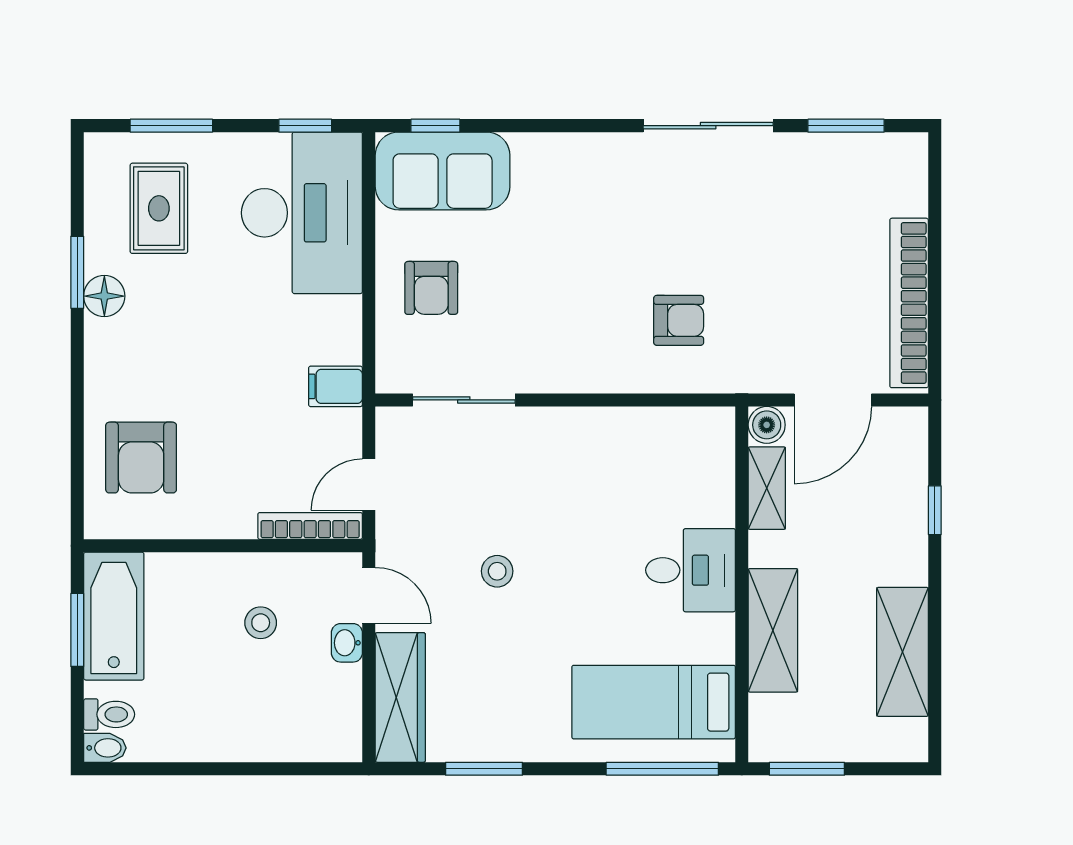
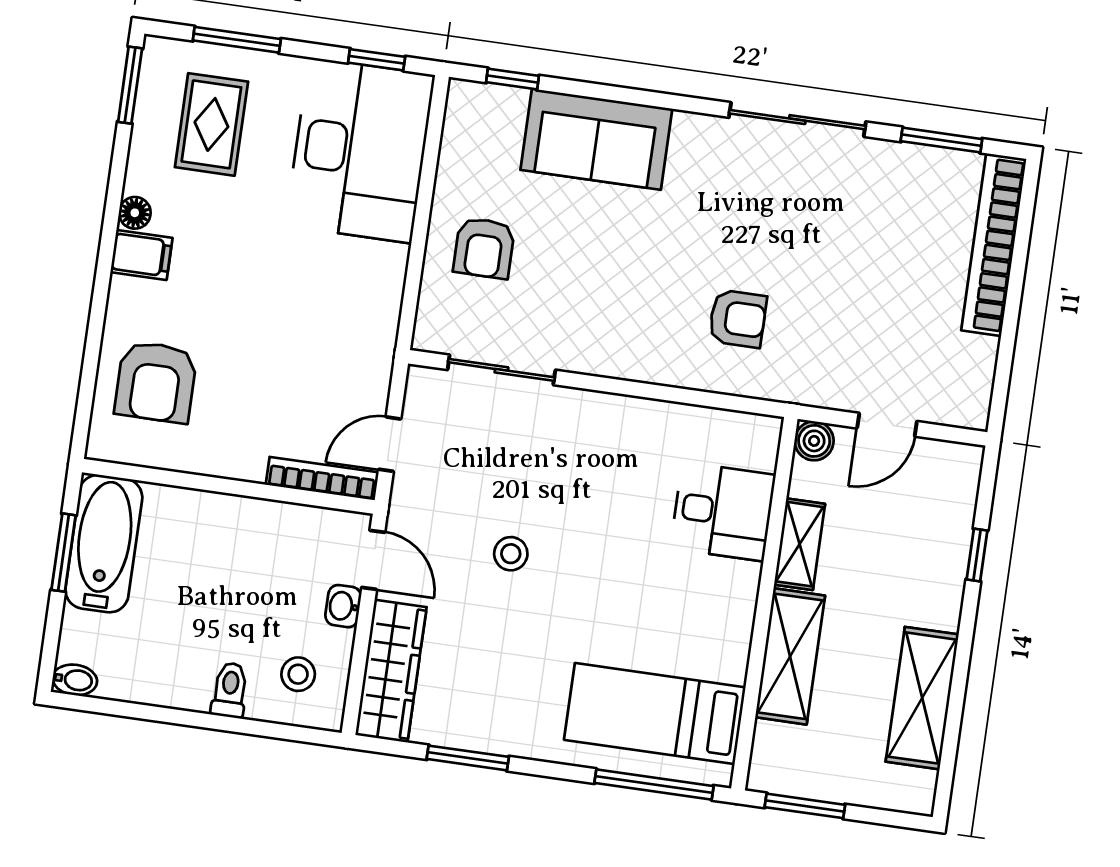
sofa: (443, 171) -> (596, 139), moved
window: (77, 272) -> (130, 85), moved
floor lamp: (104, 296) -> (135, 213), width x0.73, depth x0.73
bookcase: (909, 303) -> (994, 245), moved
filing cabinet: (335, 386) -> (141, 255), moved, turned 180
door: (833, 400) -> (887, 425), width x0.73
shelving: (767, 488) -> (800, 544), moved
desk: (691, 570) -> (723, 512), moved
stool: (261, 623) -> (298, 674), moved
toilet: (109, 714) -> (230, 690), moved, turned -90

